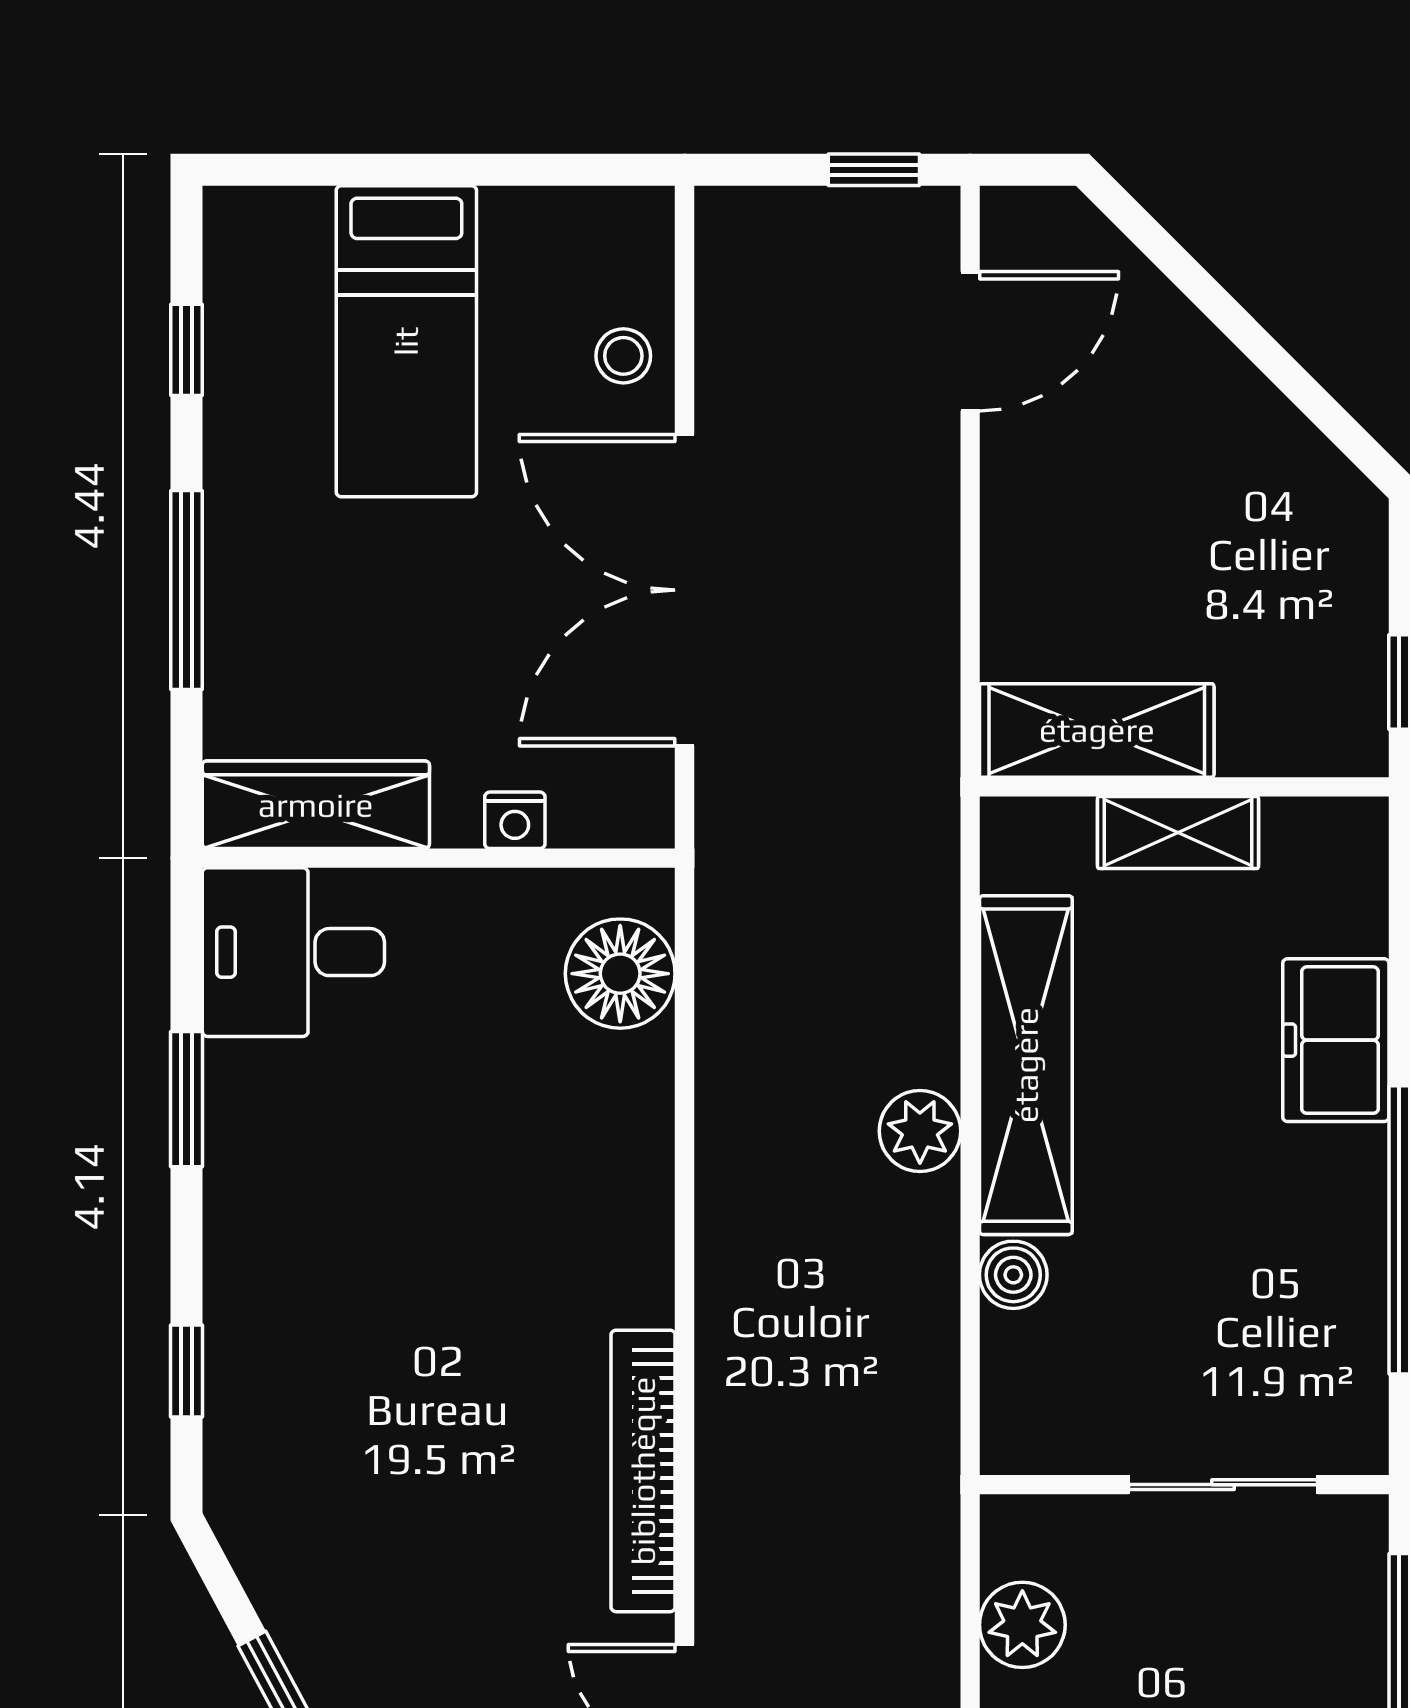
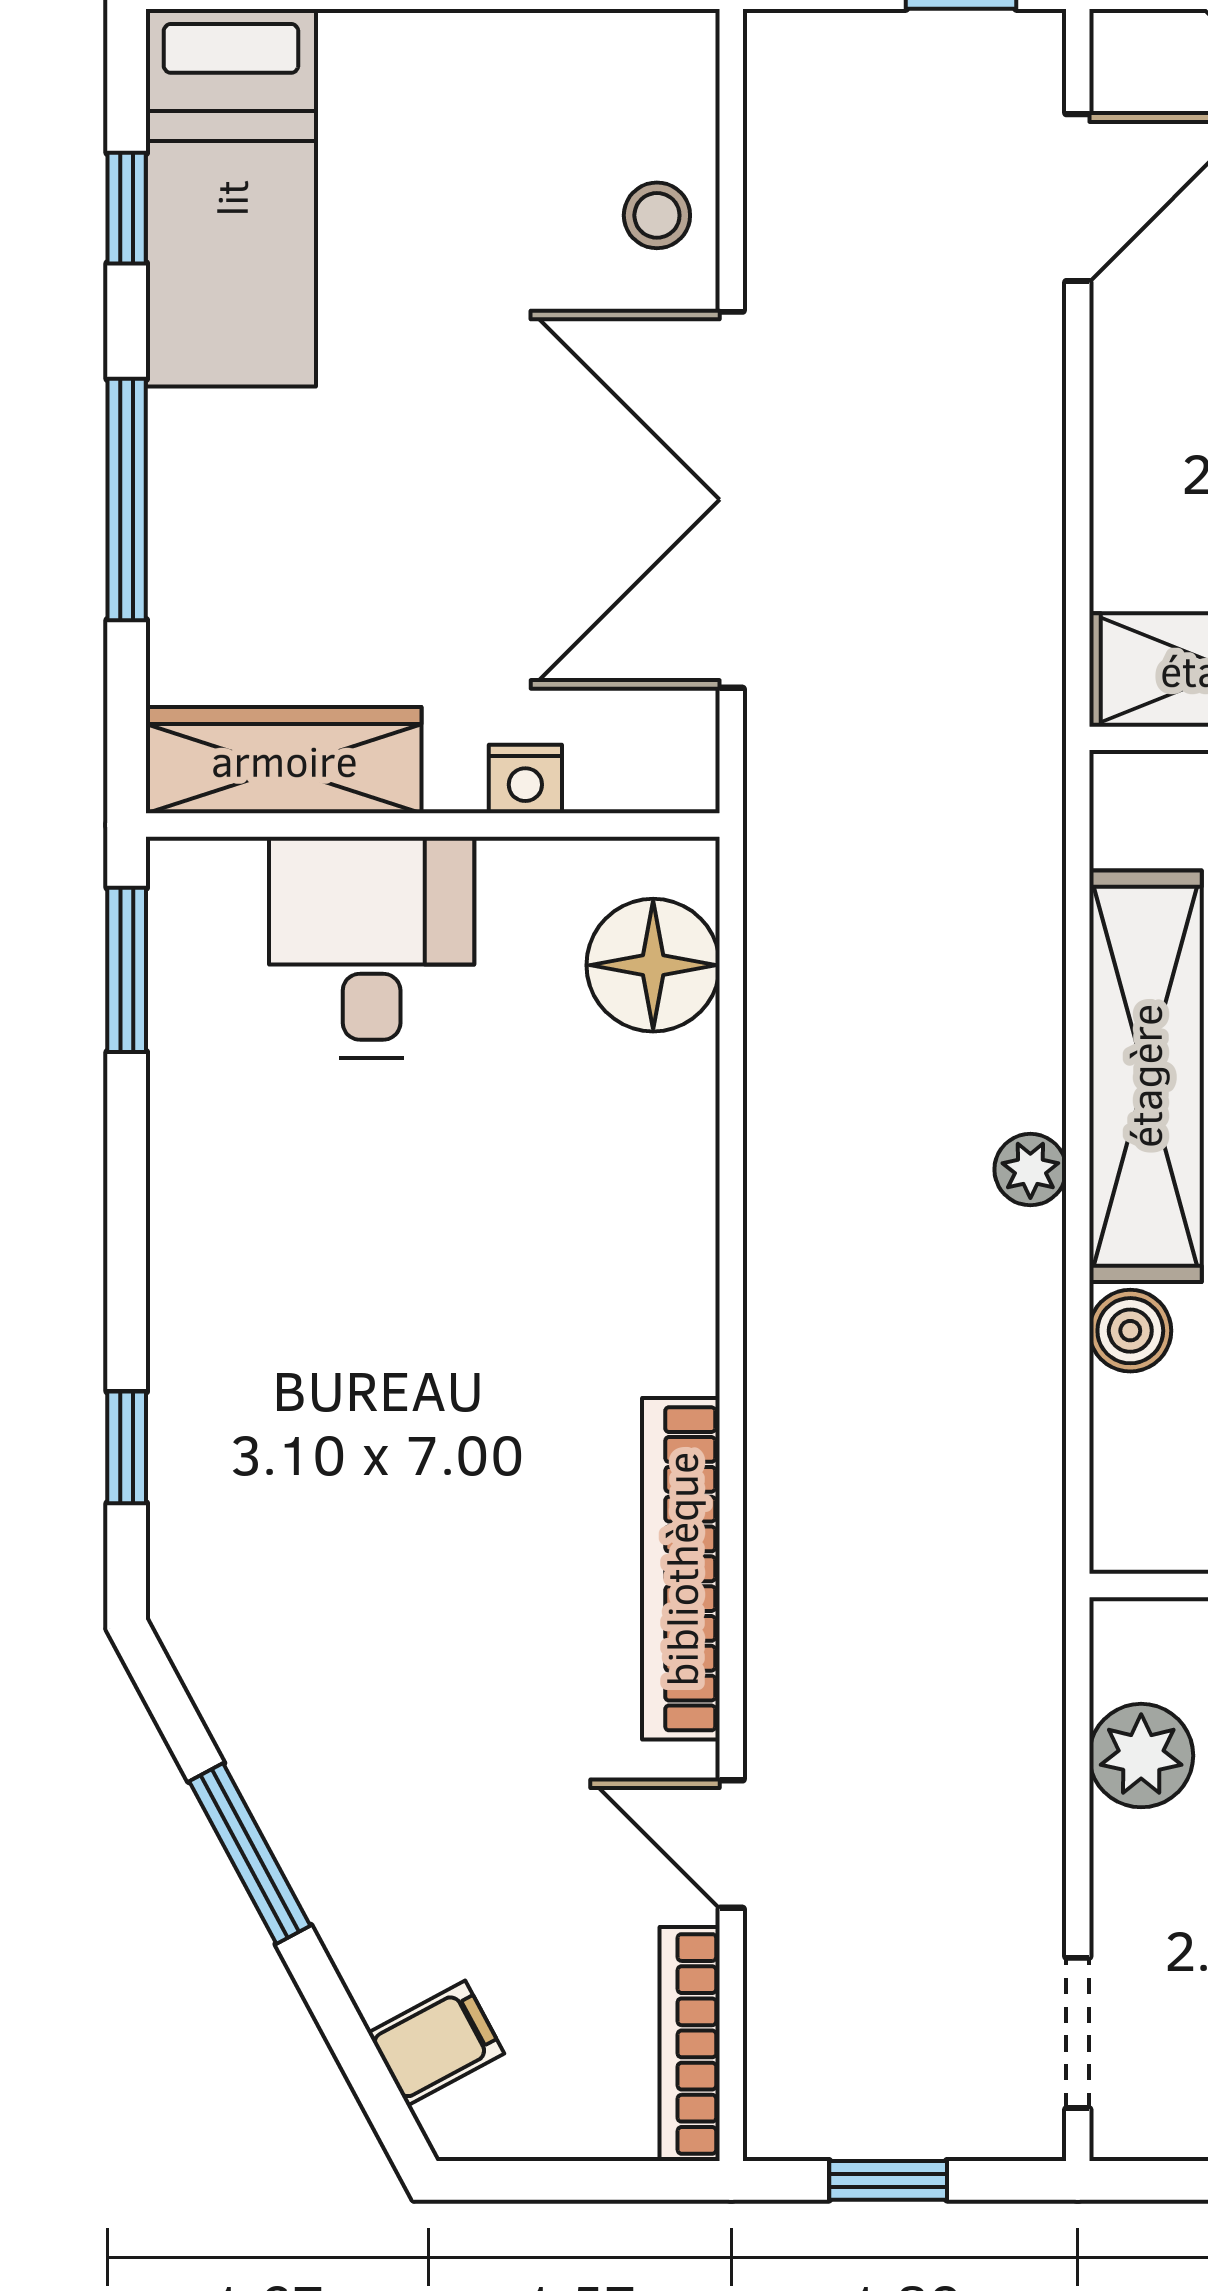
bed: (406, 341) -> (231, 198), moved
desk: (293, 952) -> (372, 947), moved, turned 90
window: (186, 1099) -> (127, 970), moved
plant: (920, 1131) -> (1030, 1170), width x0.73, depth x0.73

